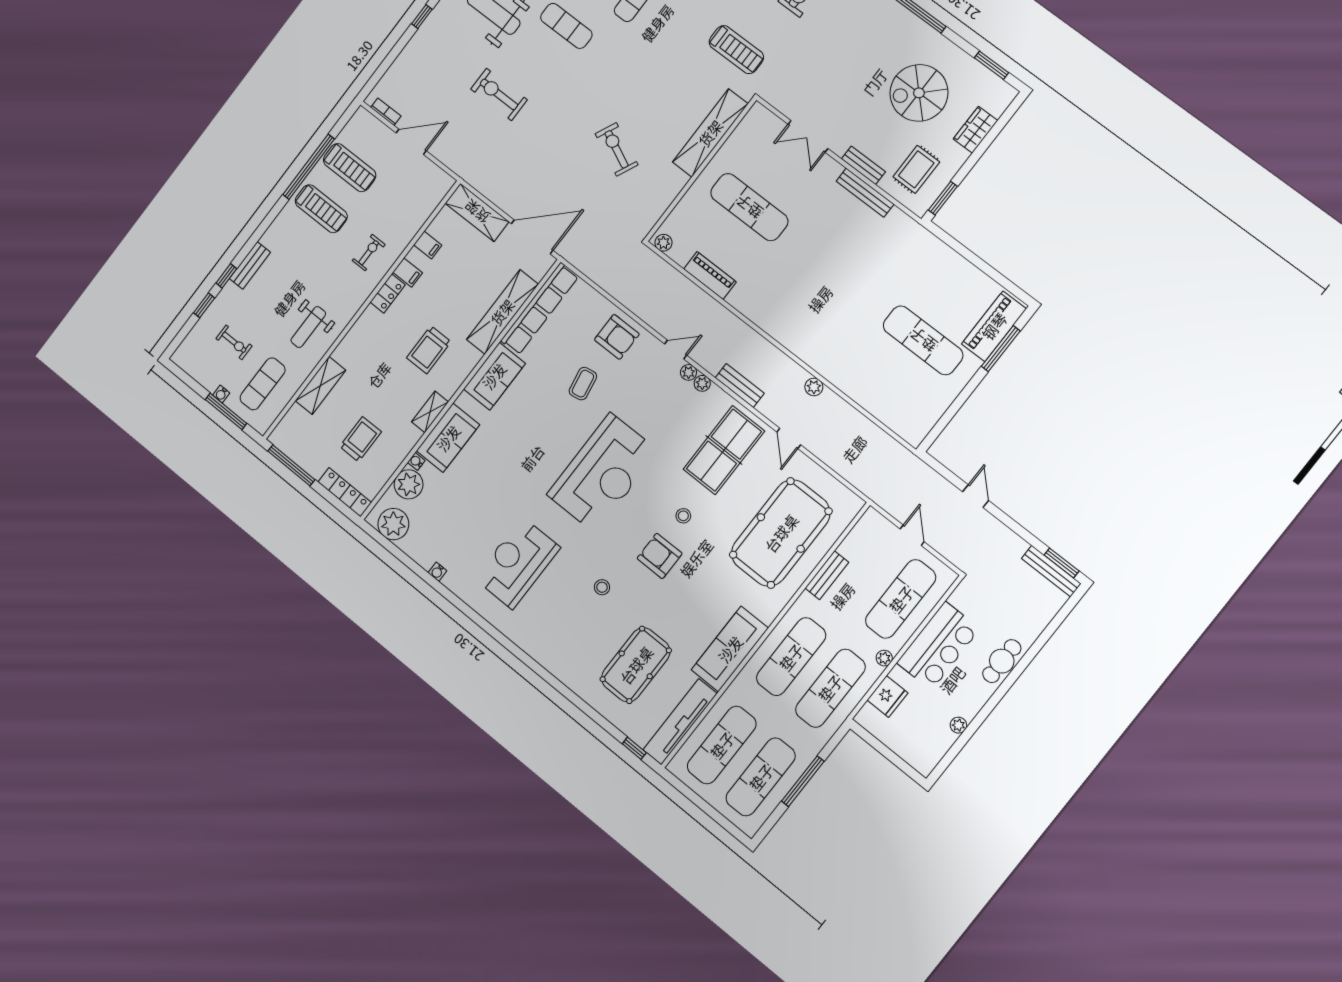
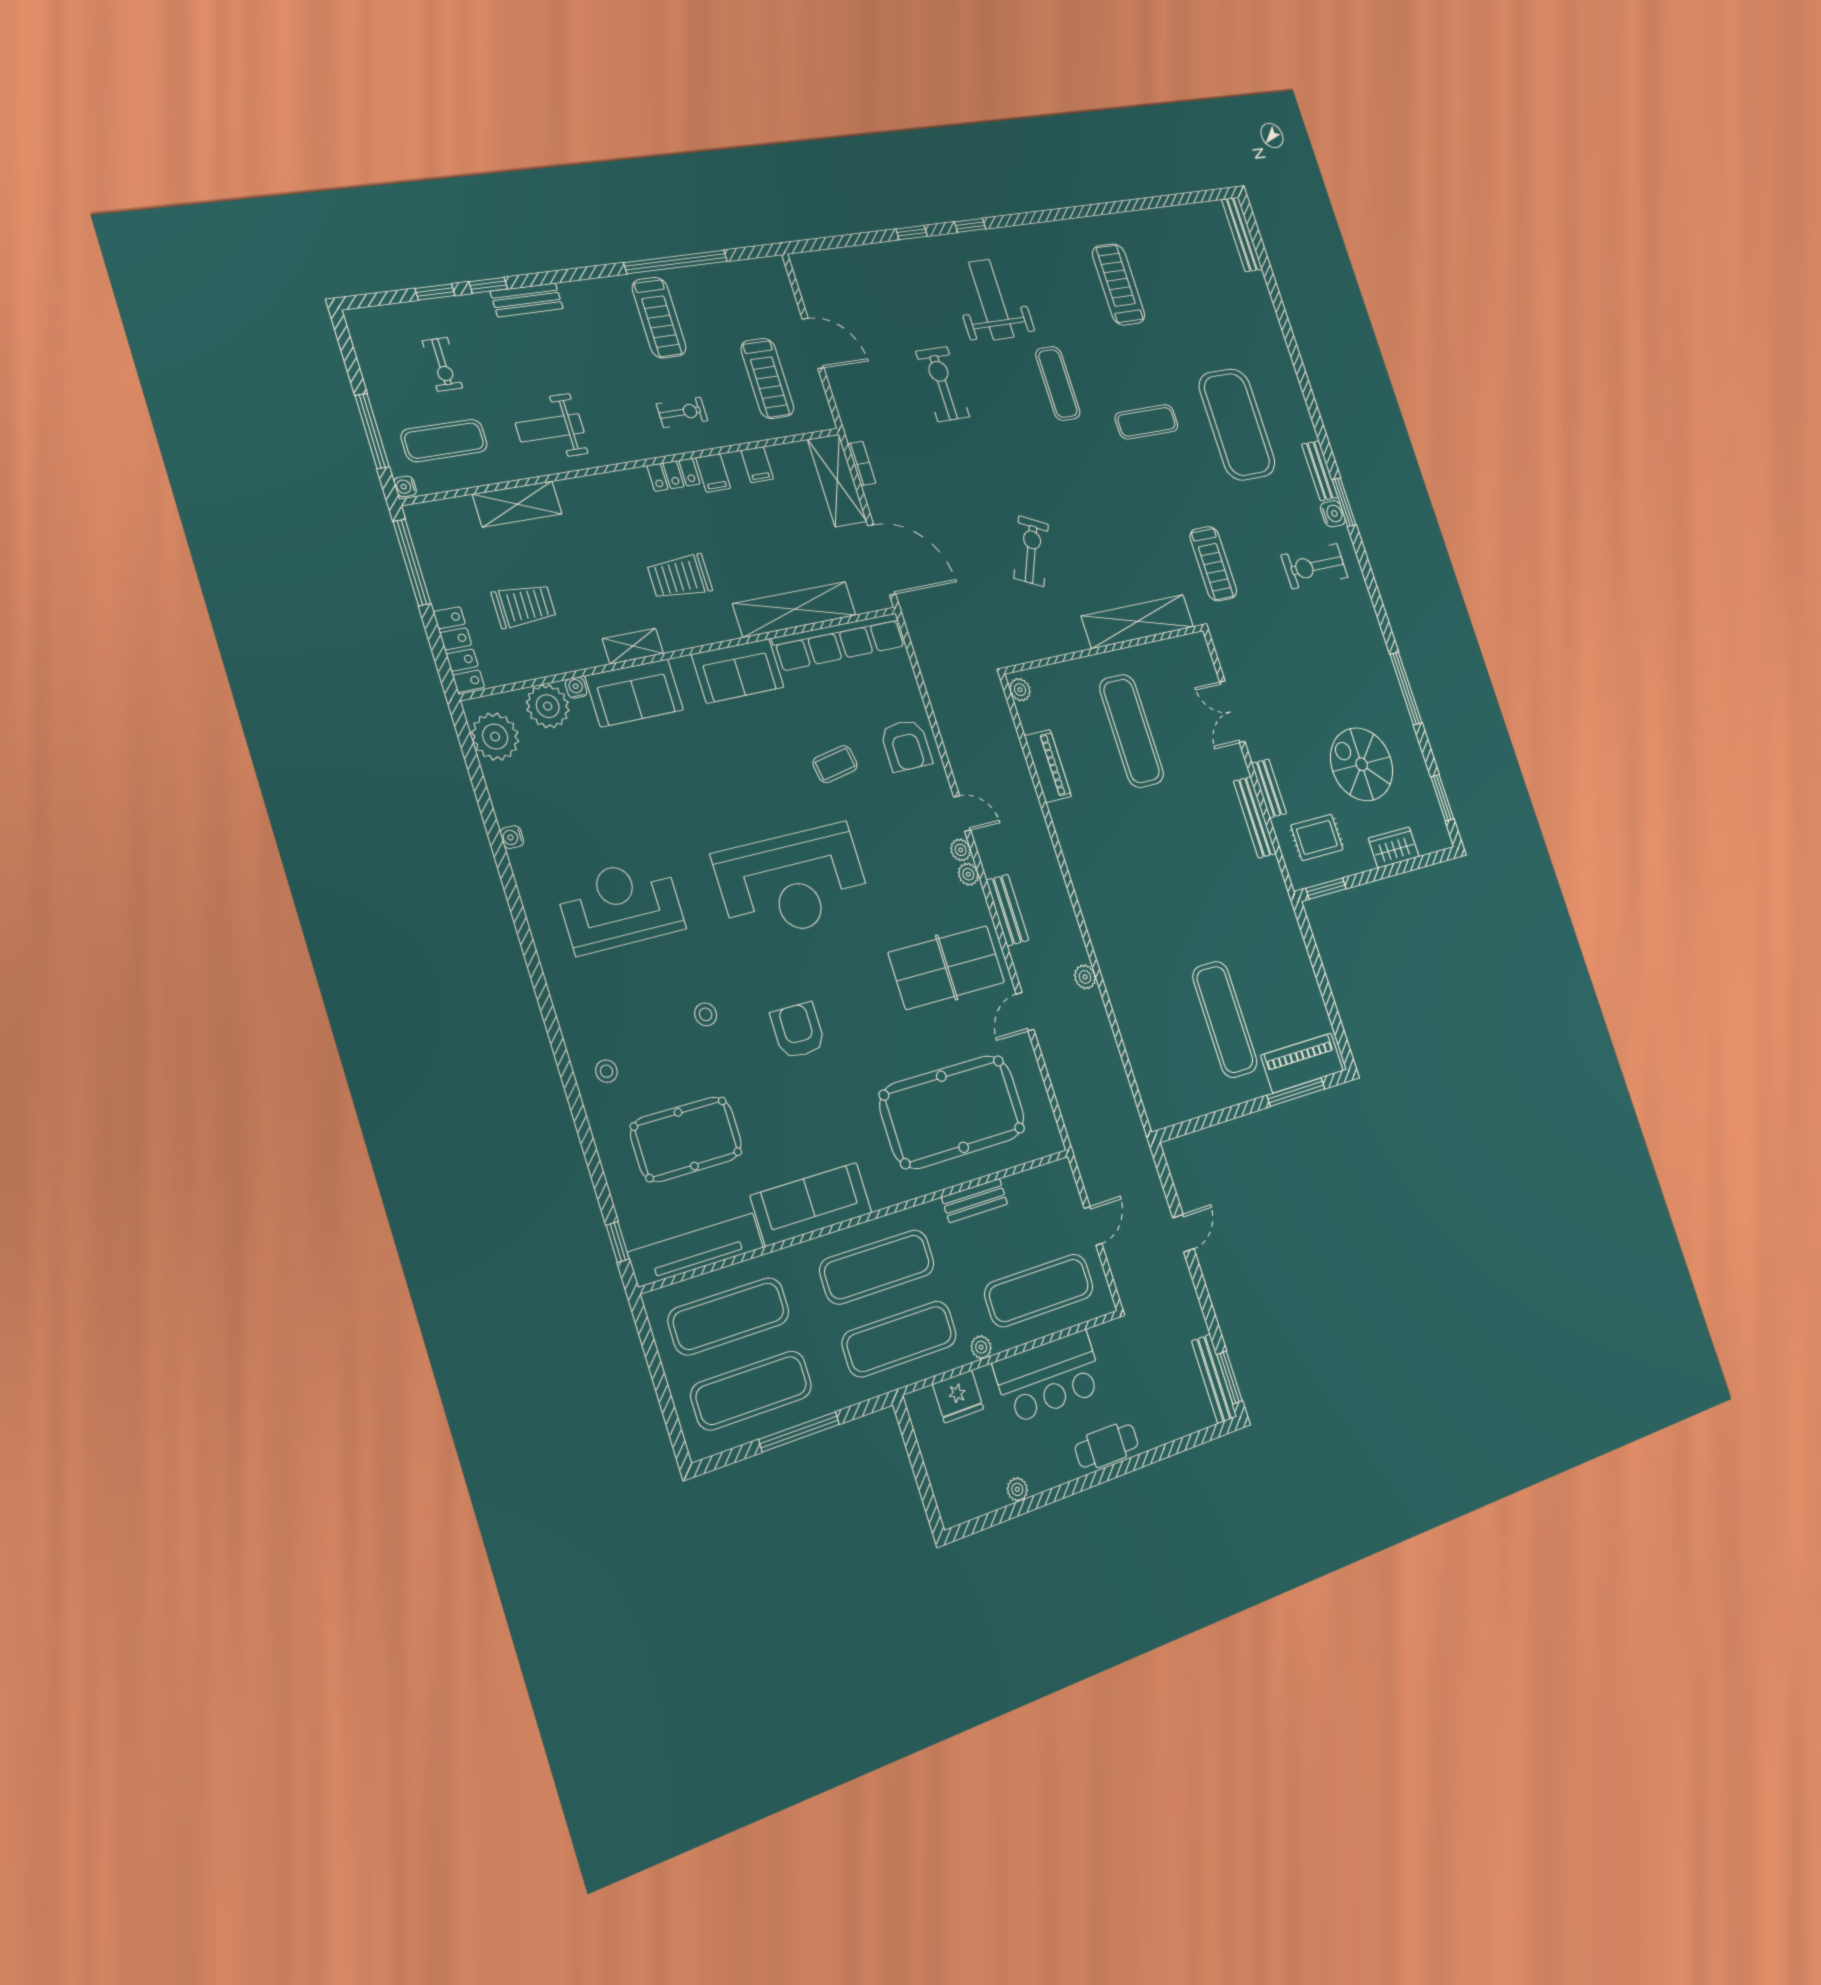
bookcase: (386, 112) -> (862, 464), moved
treadmill: (350, 168) -> (767, 378), moved
water cooler: (221, 394) -> (405, 486), moved
stool: (683, 516) -> (606, 1071), moved

